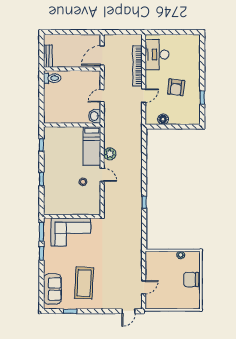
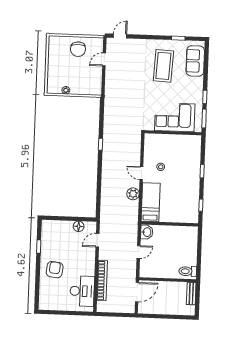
armchair: (176, 87) -> (55, 270), moved
door: (144, 96) -> (97, 240), moved
chair: (191, 280) -> (78, 49), moved, turned 90

